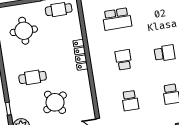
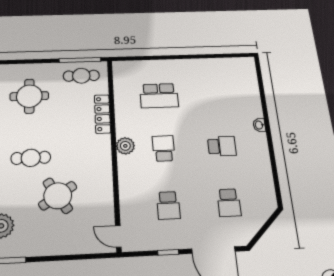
locker: (80, 55) -> (102, 114), moved
plant: (97, 61) -> (125, 146), added

